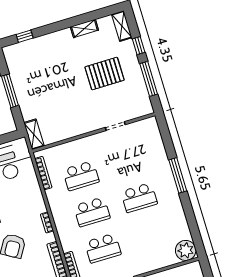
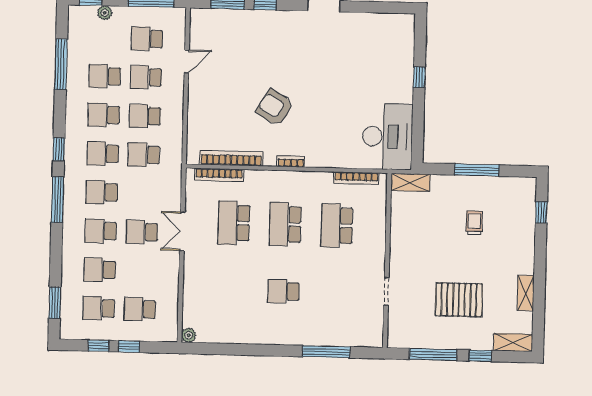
pallet: (105, 73) -> (459, 300), turned 90
trolley: (47, 80) -> (474, 223), added
window: (178, 175) -> (326, 352), moved
school desk: (139, 198) -> (283, 291), width x0.54
plant: (186, 250) -> (189, 335), width x0.53, depth x0.53

